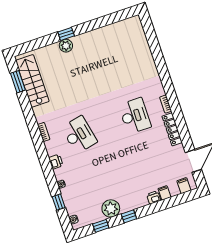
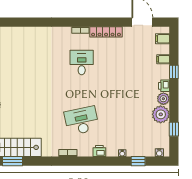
desk: (135, 116) -> (82, 63), width x0.73
printer: (154, 197) -> (164, 86), moved
plant: (127, 206) -> (163, 99), added
window: (129, 216) -> (174, 72), moved

